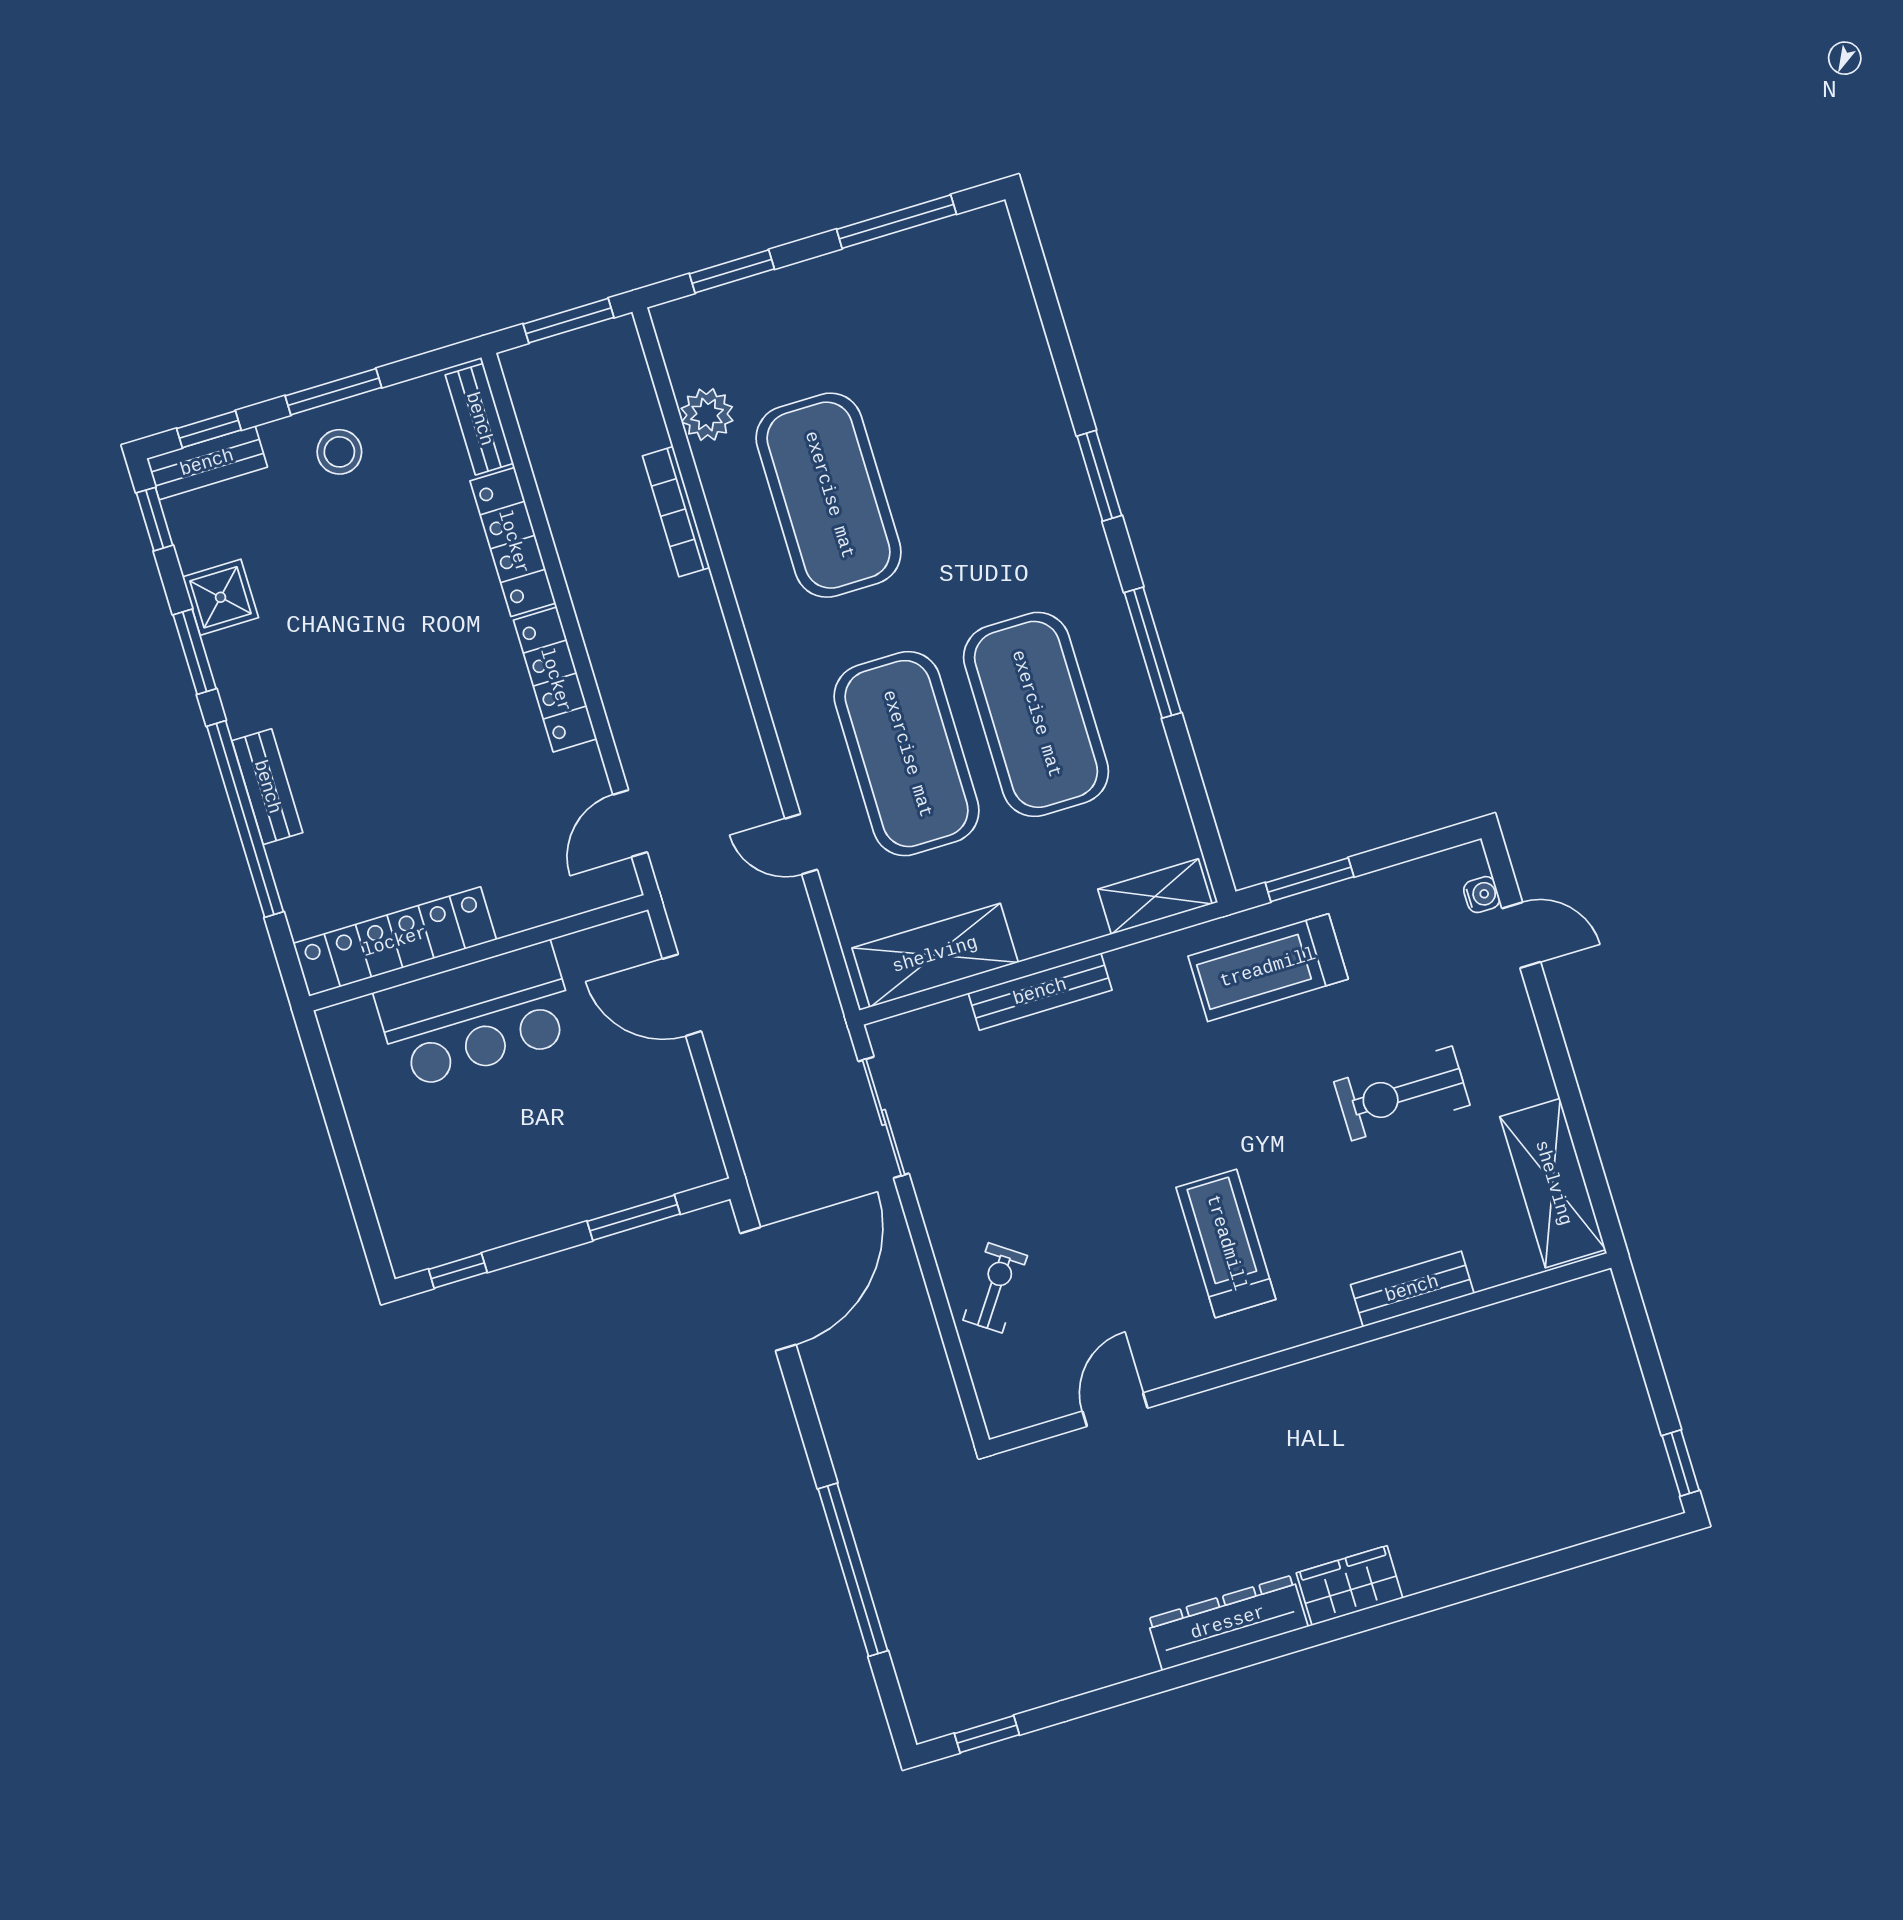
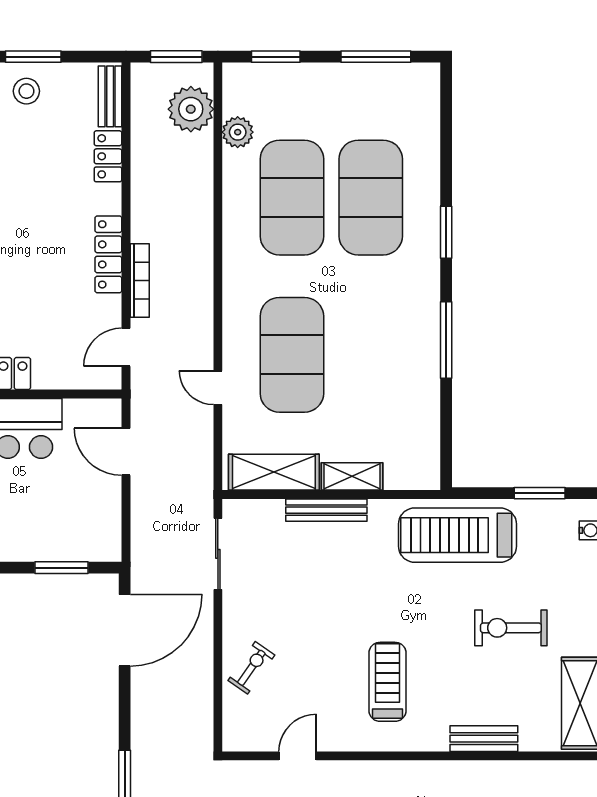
plant: (618, 400) -> (191, 109), added
bookcase: (676, 512) -> (140, 280), moved, turned 180
locker: (513, 542) -> (108, 156), width x0.66
exercise mat: (1036, 714) -> (371, 198), moved
window: (1310, 880) -> (540, 493), moved
shelving: (1155, 897) -> (352, 476), moved
treadmill: (1268, 968) -> (457, 535), width x1.37, depth x1.38

